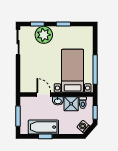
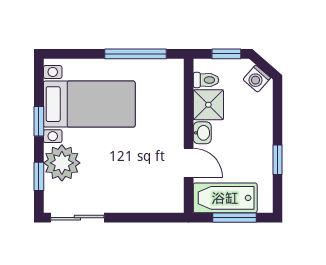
bed with nightstands: (73, 71) -> (89, 104), moved, turned 180
door: (44, 95) -> (189, 163), swing flipped
bathtub: (43, 127) -> (225, 198), moved, turned 90

